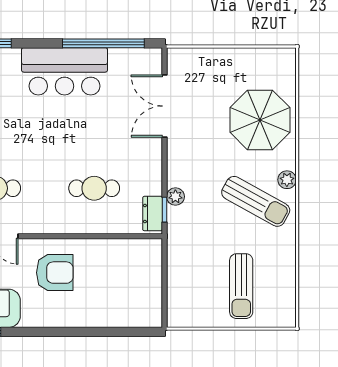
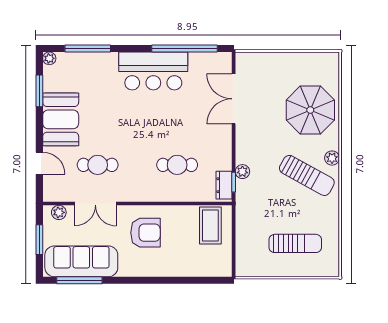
coffee table: (136, 264) -> (210, 226), added
sun lounger: (241, 286) -> (295, 243), turned -90

